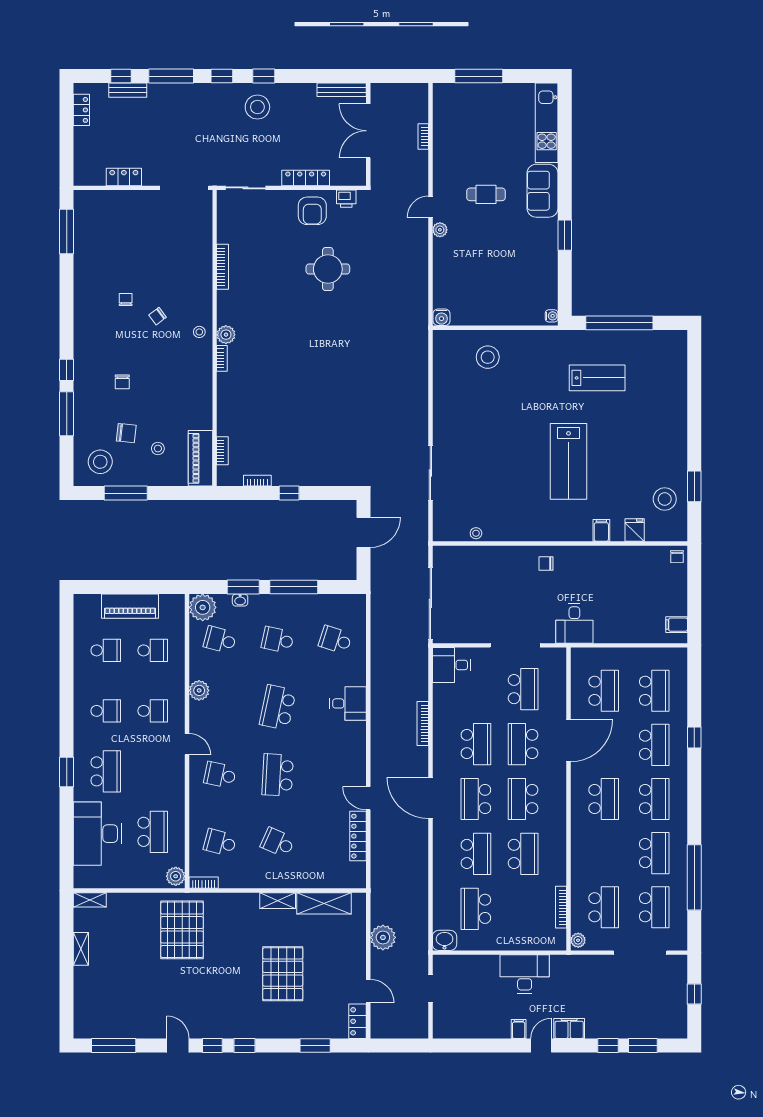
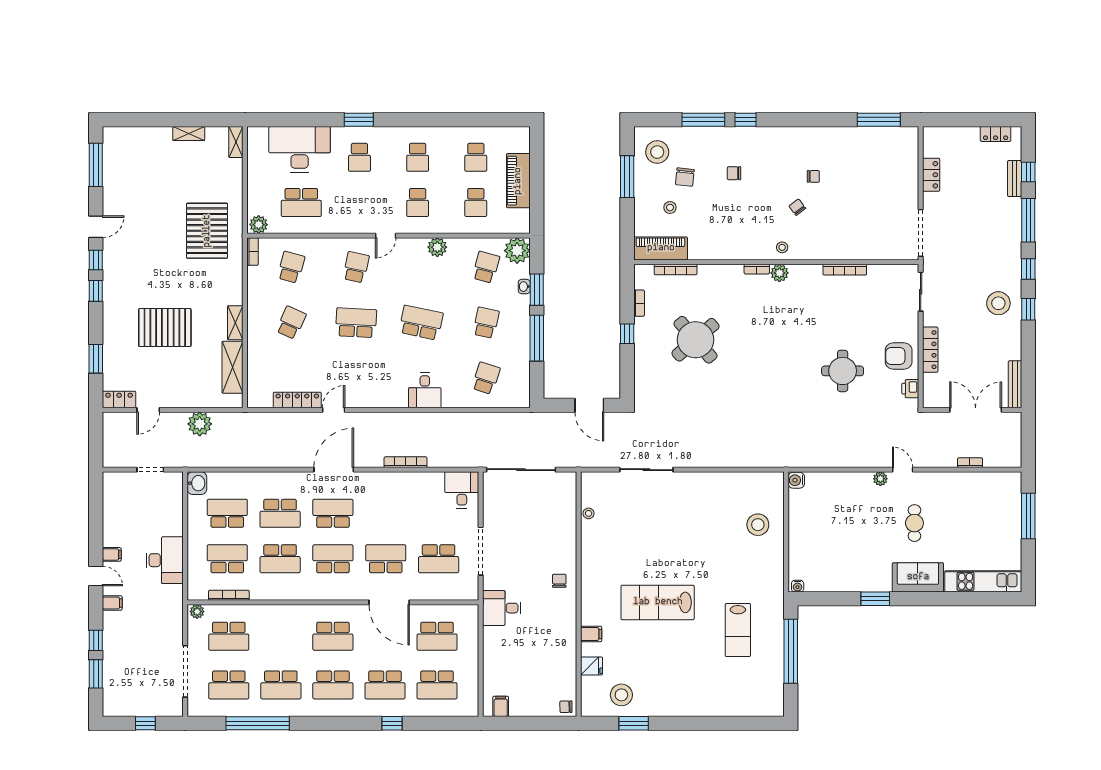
round table: (295, 422) -> (695, 340), added
bookcase: (222, 451) -> (676, 270), width x1.56
school desk: (476, 744) -> (227, 559), moved, turned 180
school desk: (106, 771) -> (359, 157), width x0.54
pallet: (182, 930) -> (207, 231), turned 90
filing cabinet: (569, 1028) -> (112, 603), width x0.50

